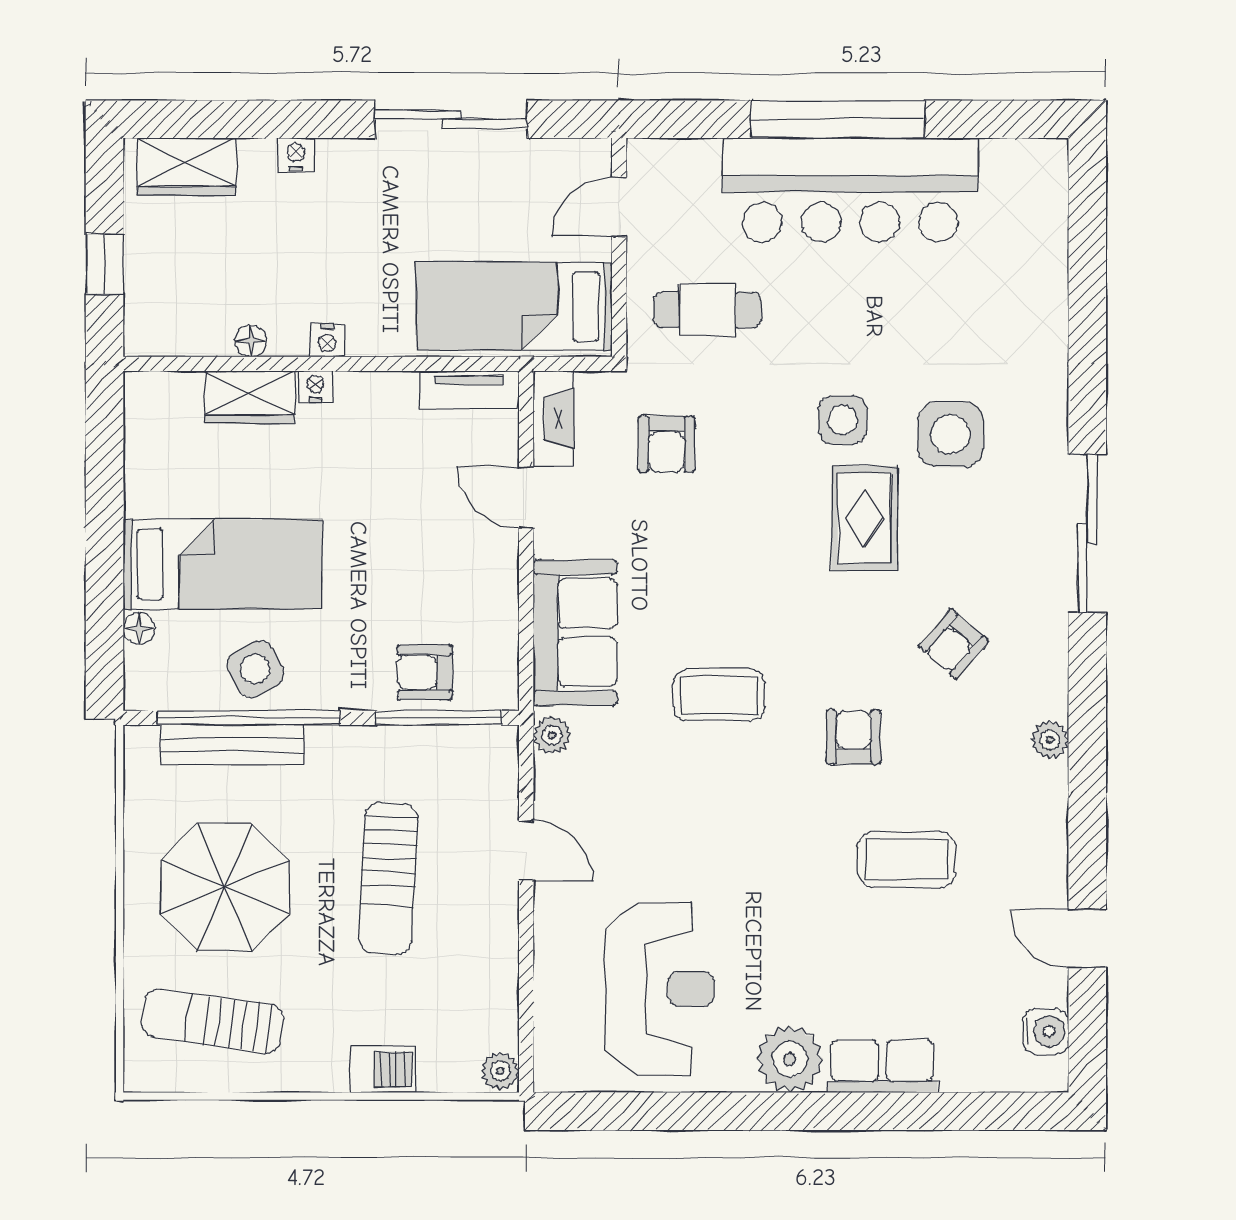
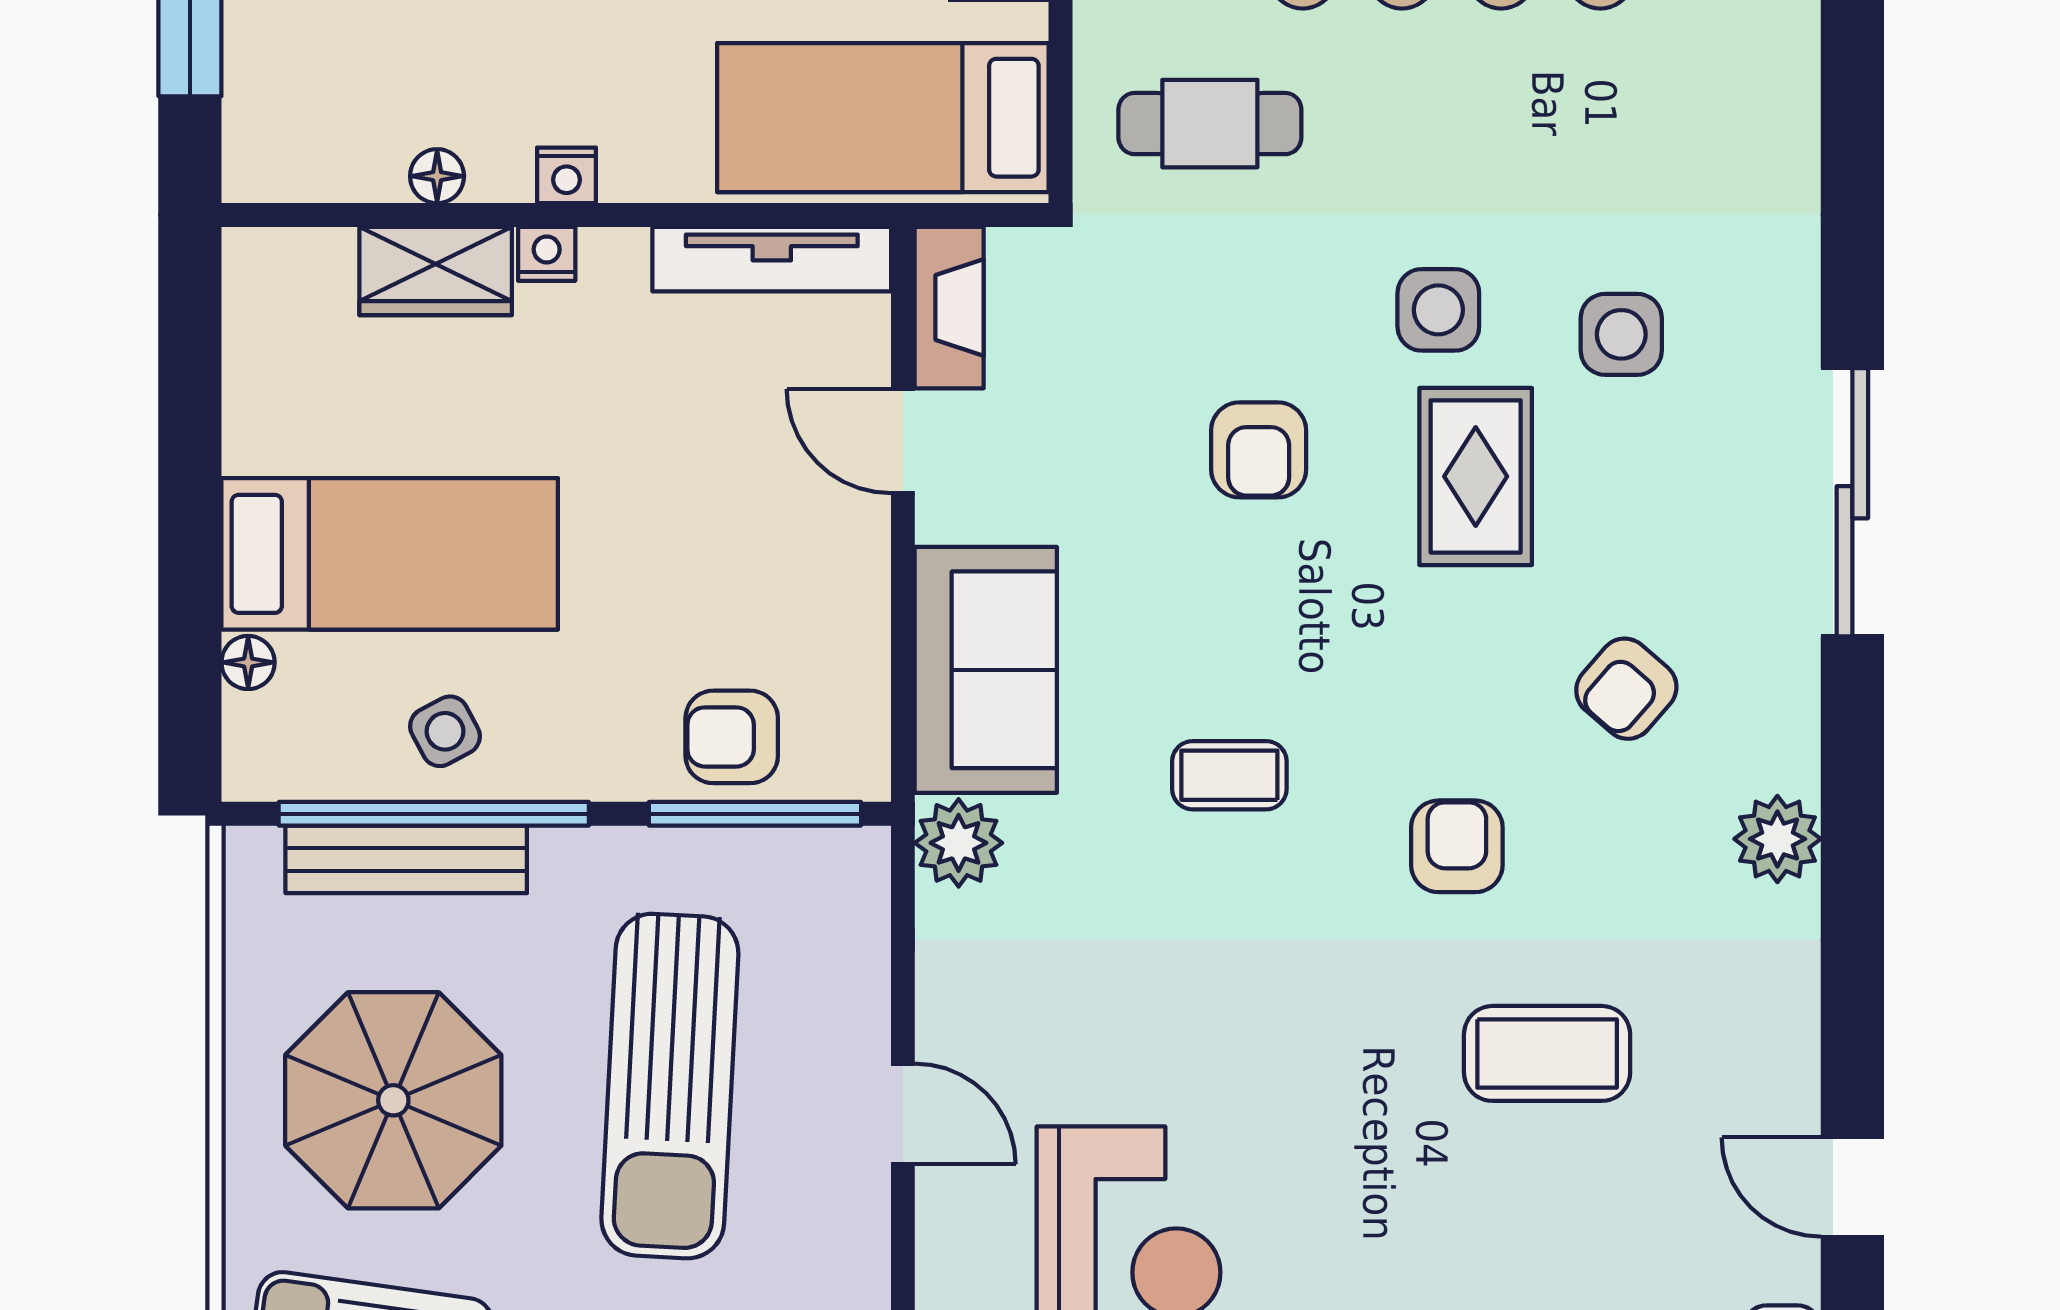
tv unit: (469, 390) -> (772, 259), width x1.41
side table: (951, 434) -> (1621, 334), width x0.73, depth x0.73
armchair: (667, 444) -> (1259, 450), moved
side table: (255, 669) -> (445, 731), width x0.73, depth x0.73
coffee table: (719, 695) -> (1229, 775), width x0.73, depth x0.77
plant: (552, 735) -> (959, 843), width x1.38, depth x1.38
plant: (1050, 740) -> (1777, 839), width x1.38, depth x1.38
door: (526, 851) -> (903, 1114), moved
sun lounger: (388, 879) -> (670, 1086), width x1.36, depth x1.34

